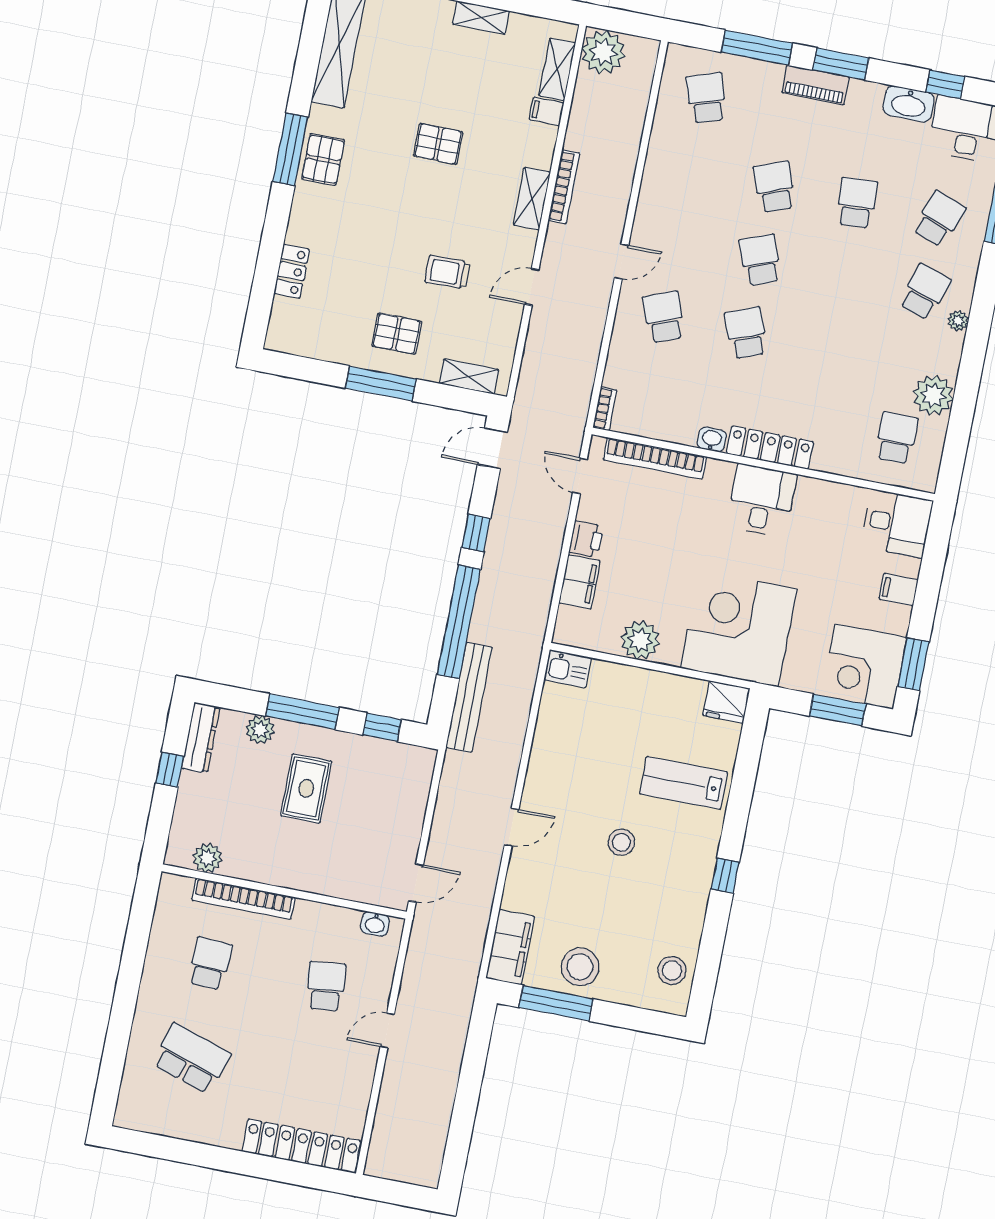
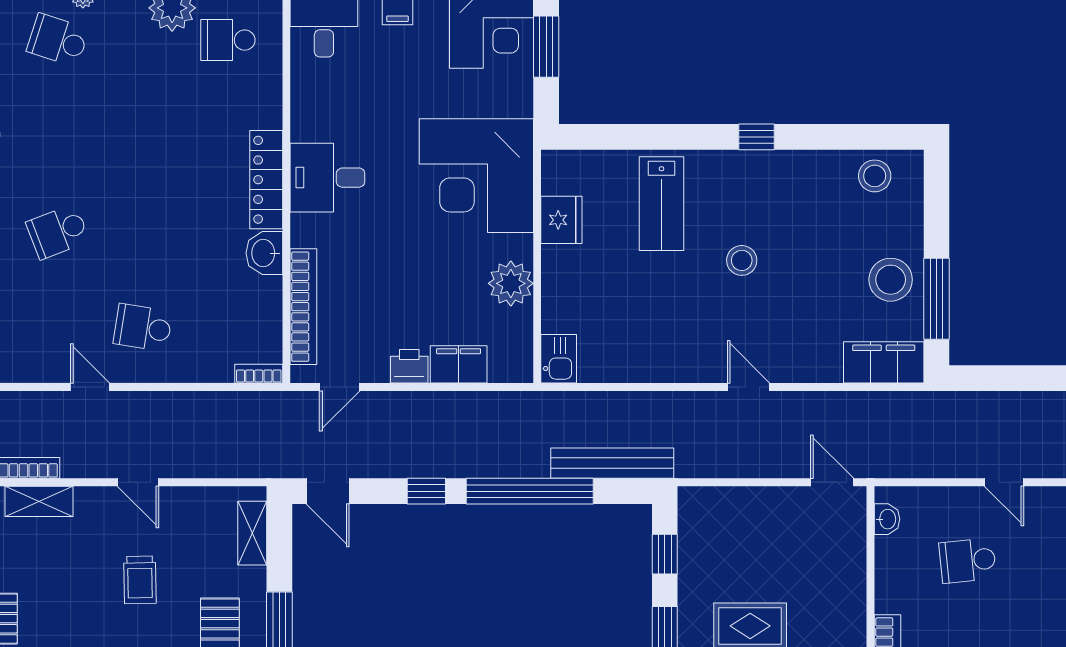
school desk: (664, 317) -> (143, 328), turned 30
school desk: (746, 333) -> (143, 232), removed
washbasin: (712, 439) -> (264, 253), width x1.38, depth x1.45
fridge: (726, 702) -> (561, 220), moved

